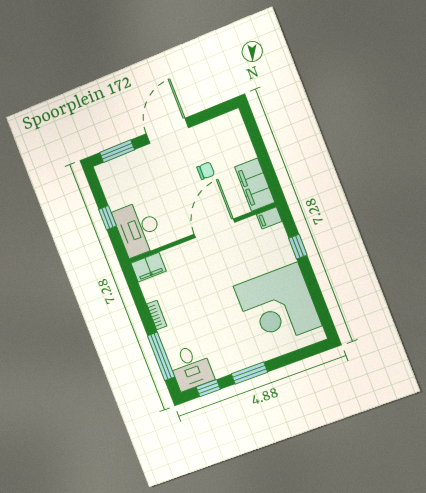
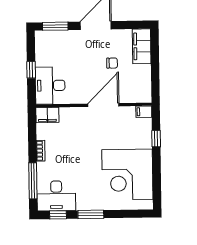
filing cabinet: (255, 185) -> (142, 46), moved
desk: (191, 367) -> (56, 196), width x1.37

